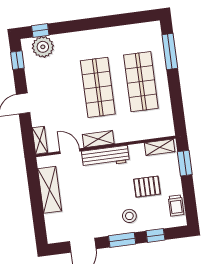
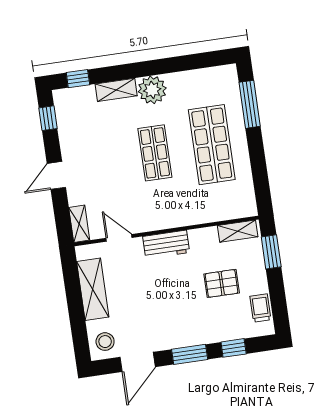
plant: (43, 47) -> (152, 90), moved
shop shelf: (98, 87) -> (155, 153), width x0.70, depth x0.74
shelving: (98, 139) -> (116, 90), moved
workbench: (105, 157) -> (166, 244), width x0.73
trolley: (176, 205) -> (260, 308), turned 180
stool: (129, 216) -> (105, 342), moved

